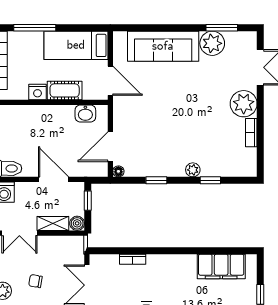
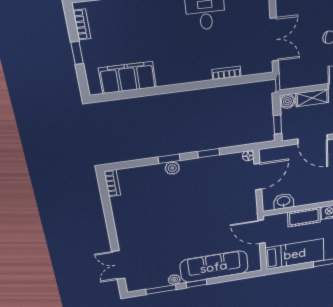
window: (184, 28) -> (196, 284), added
plant: (212, 43) -> (174, 280), width x0.53, depth x0.53
plant: (244, 104) -> (129, 233), removed
bookcase: (251, 133) -> (112, 183), moved
window: (210, 180) -> (169, 159), moved

